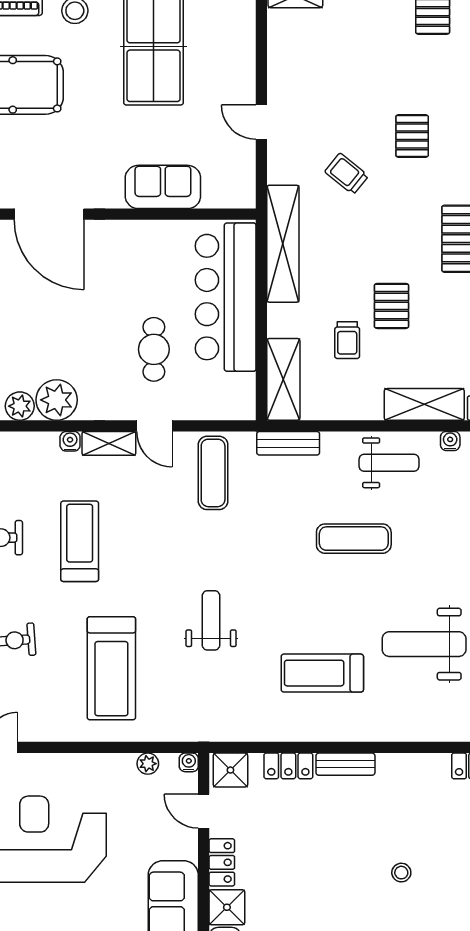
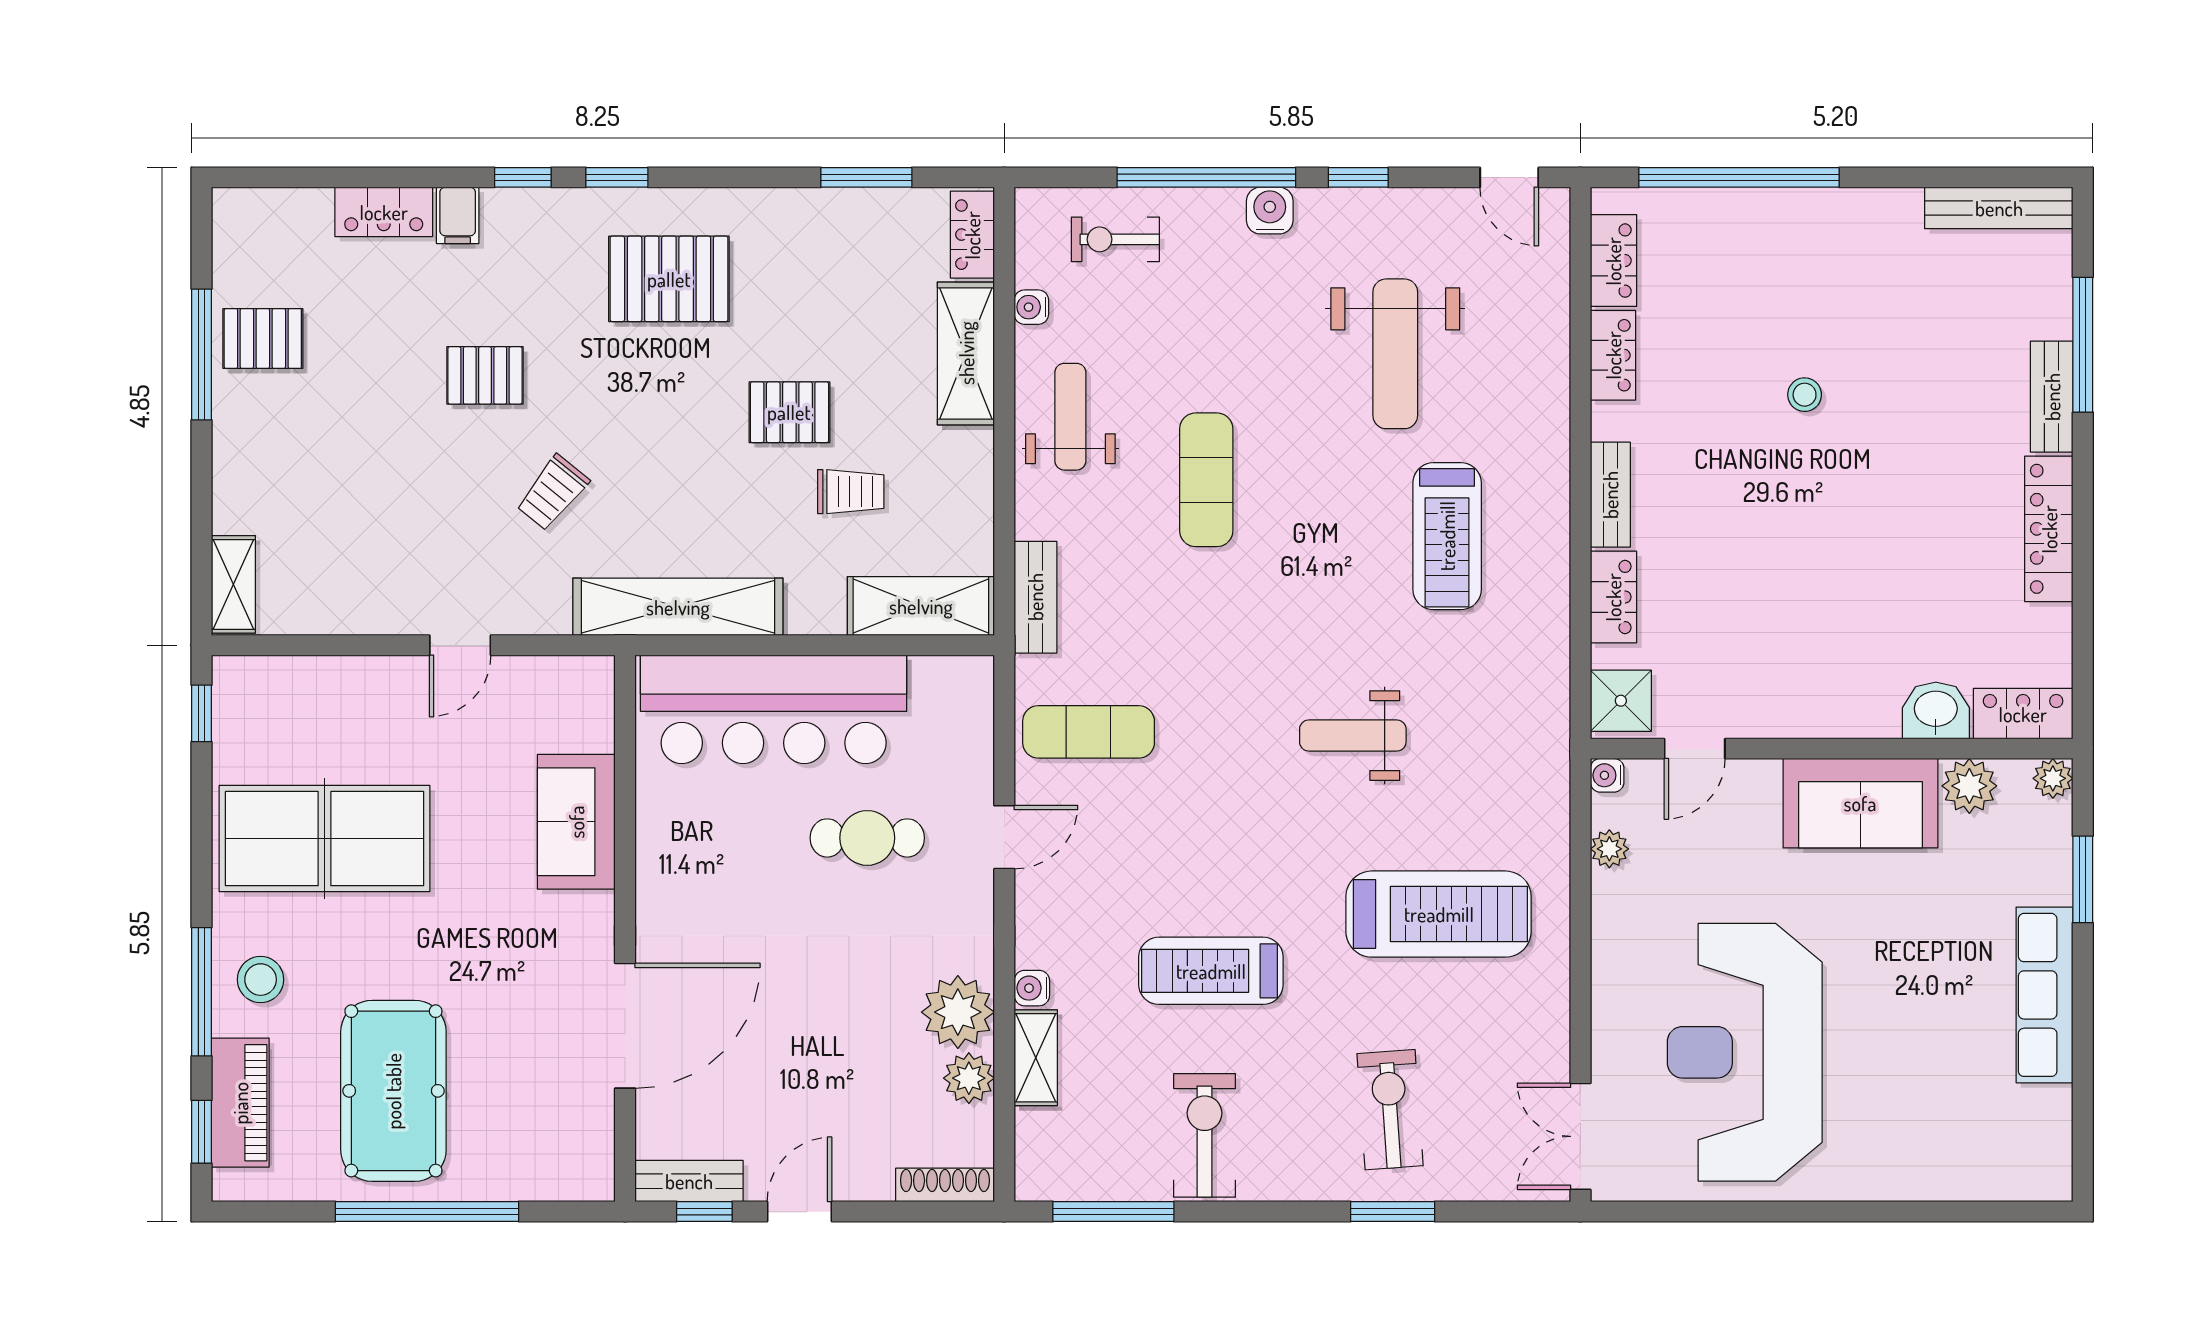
shelving: (109, 443) -> (1036, 1058), moved
locker: (222, 862) -> (1613, 355), moved, turned 90
shower: (227, 907) -> (1867, 707), removed

